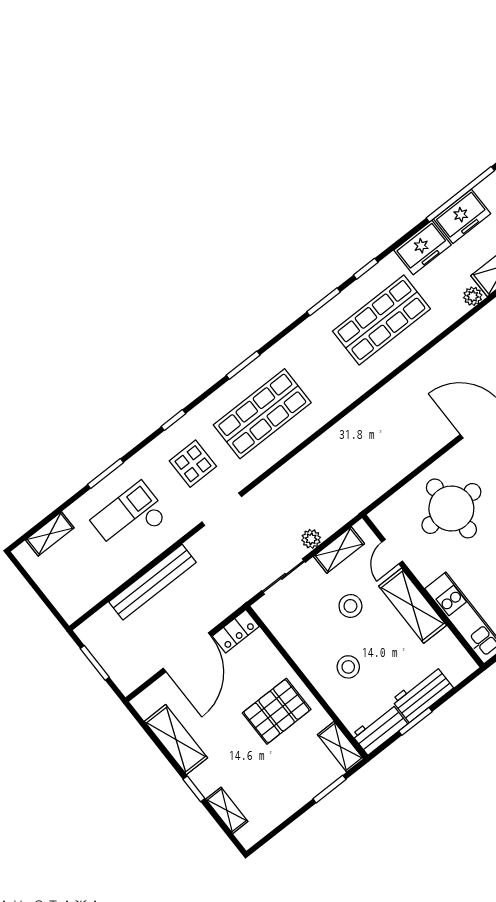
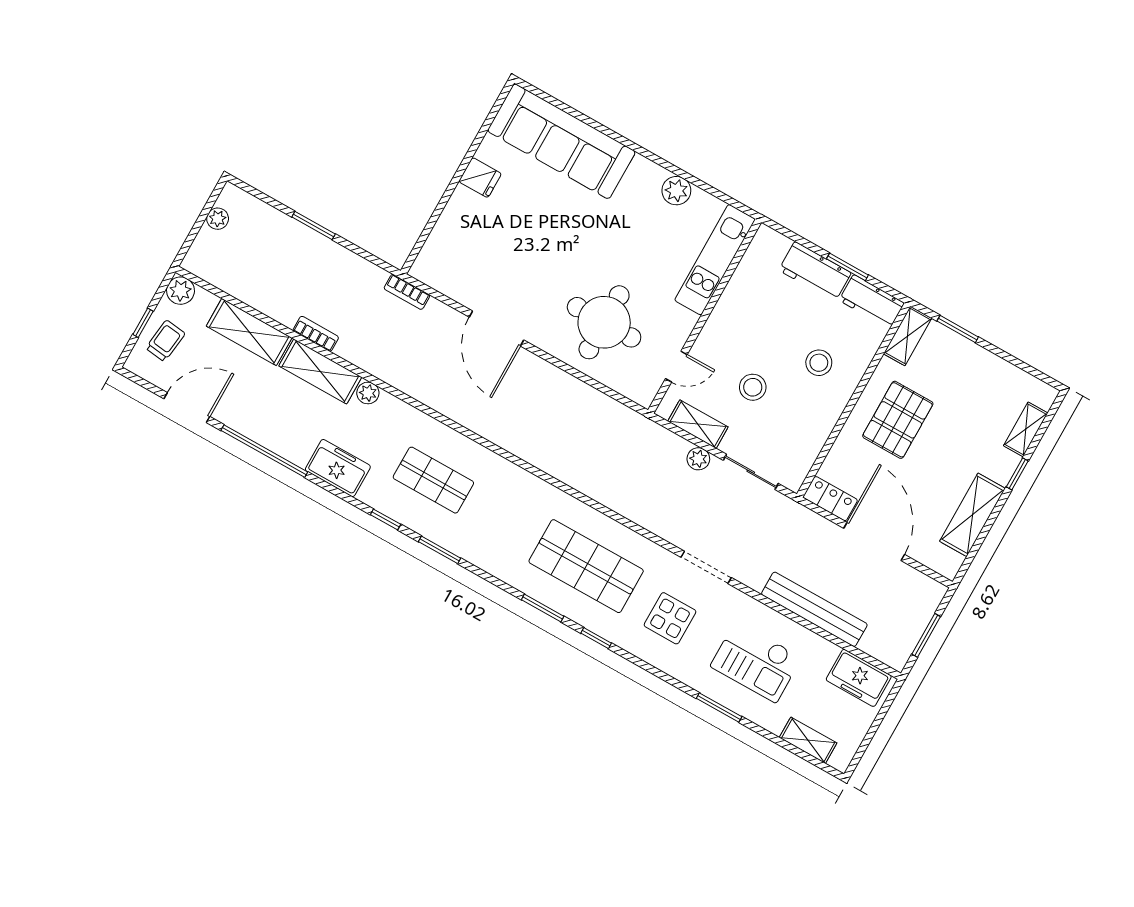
freezer: (462, 216) -> (859, 678), moved, turned 180
shop shelf: (381, 320) -> (433, 480), width x0.70, depth x0.74
window: (173, 420) -> (596, 638), moved
shelving: (413, 606) -> (725, 321), removed
door: (187, 652) -> (874, 541), hinge flipped
pallet: (277, 711) -> (898, 420), turned 90

